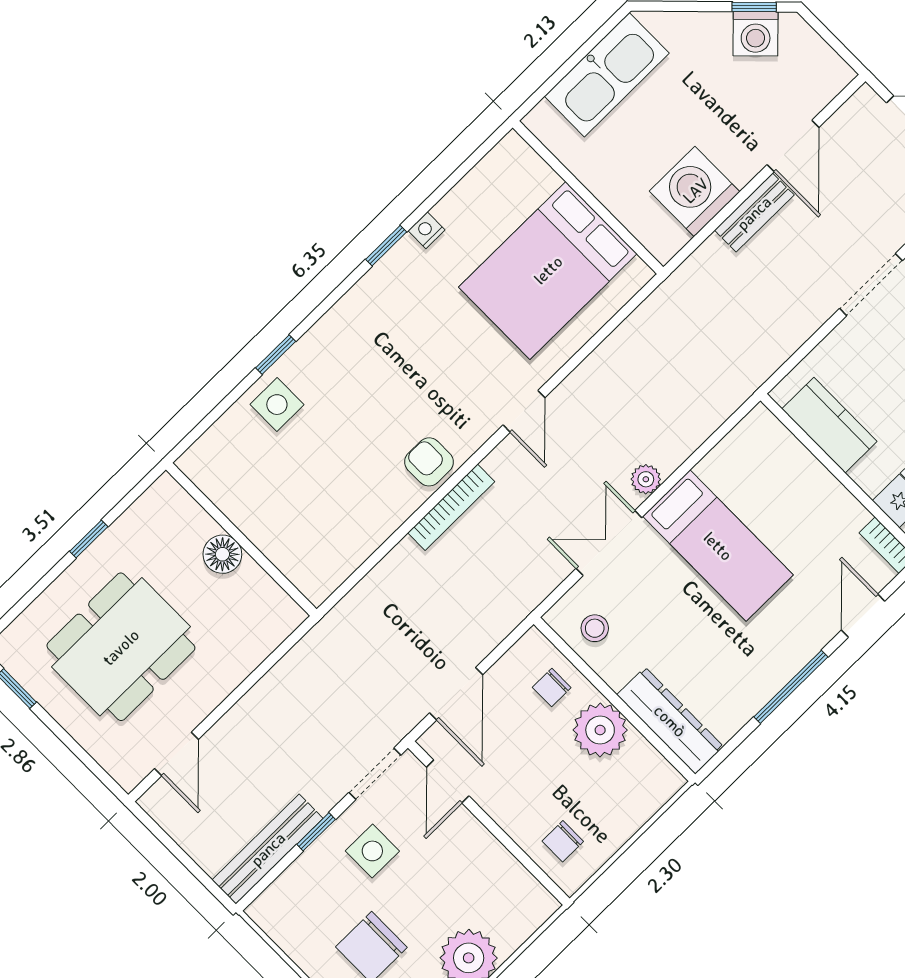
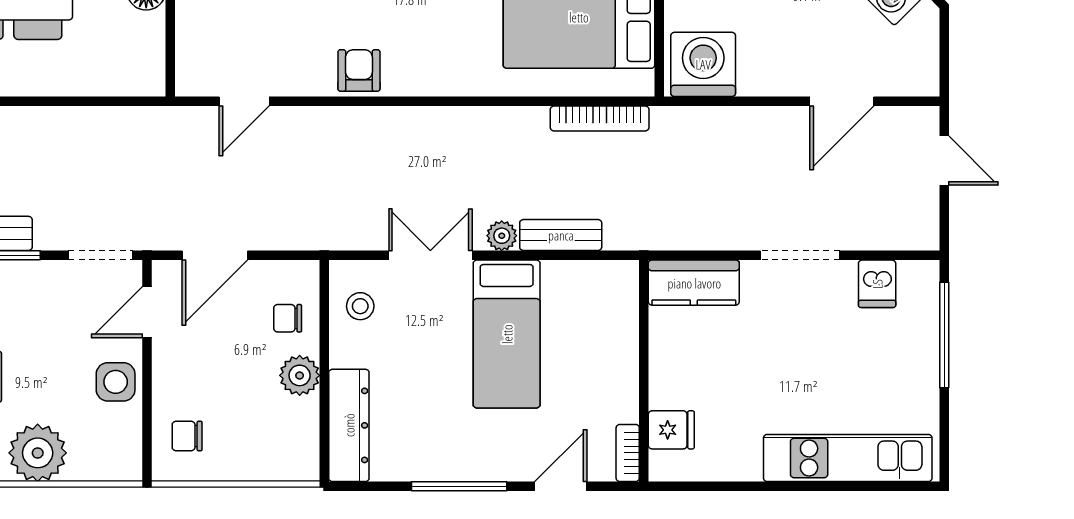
washing machine: (695, 191) -> (703, 64), moved
bench: (754, 213) -> (561, 235), moved
door: (524, 411) -> (244, 101), moved
kitchen counter: (829, 425) -> (694, 283), moved, turned 90
bookcase: (451, 507) -> (600, 118), moved
plant: (600, 730) -> (300, 375), width x0.73, depth x0.73
side table: (372, 851) -> (116, 382), moved

